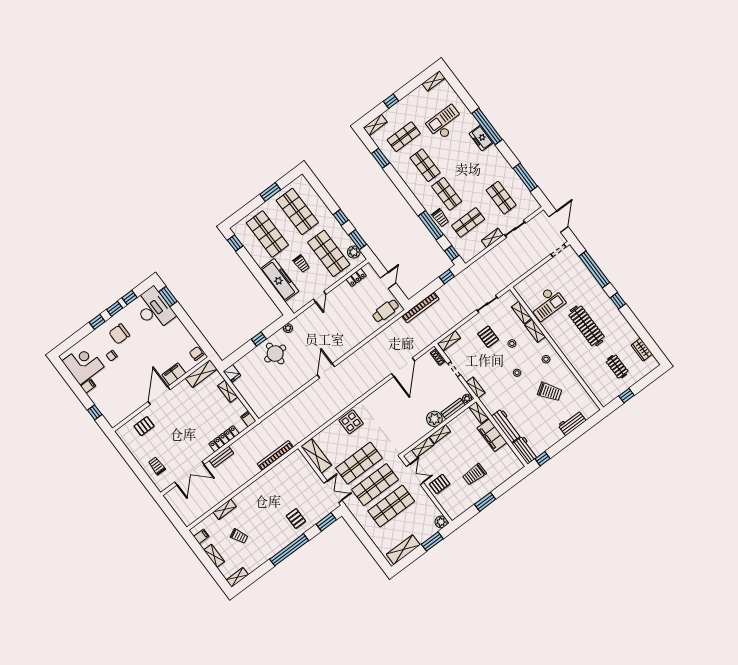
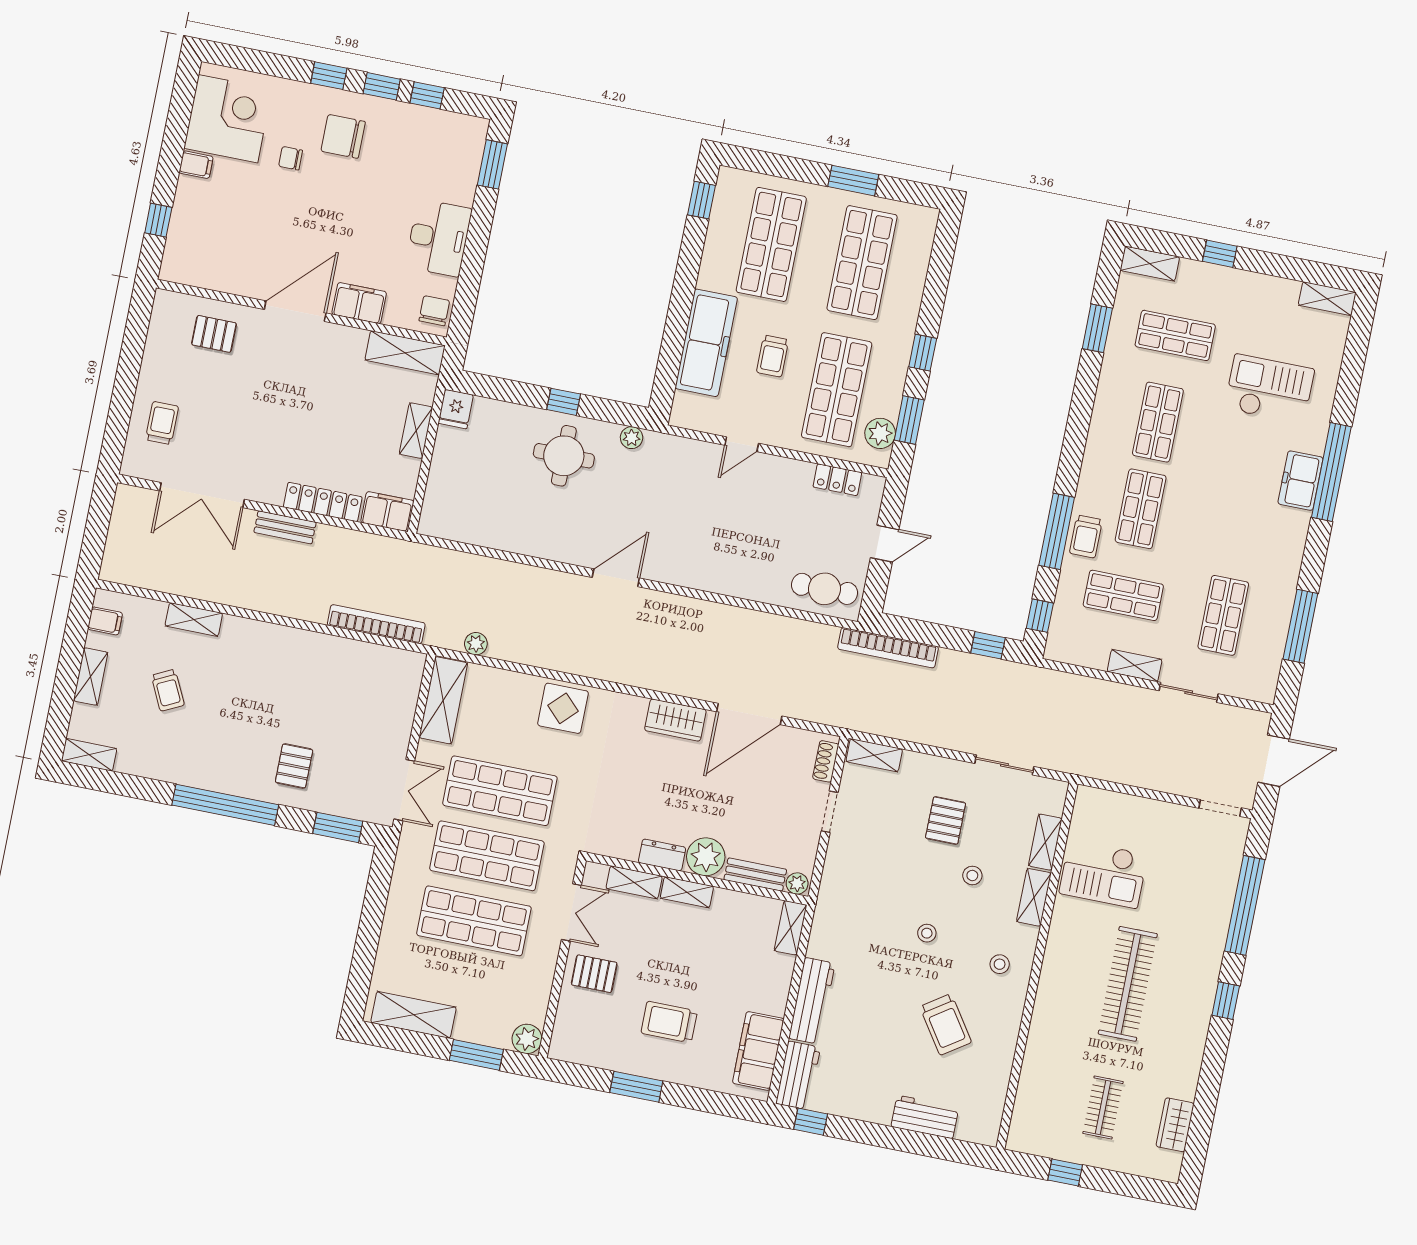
desk: (154, 309) -> (439, 238), moved, width x0.73, depth x0.77
shelving: (476, 388) -> (831, 881), removed
wardrobe: (385, 391) -> (675, 720), added
filing cabinet: (248, 419) -> (387, 512), width x2.00
plant: (308, 431) -> (476, 644), added
dresser: (422, 432) -> (662, 855), added
filing cabinet: (492, 435) -> (758, 1051), moved

